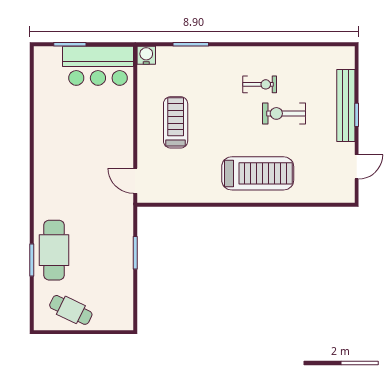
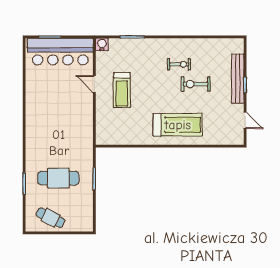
bar counter: (98, 66) -> (60, 52), width x1.36
treadmill: (176, 122) -> (122, 90), turned 180
door: (357, 167) -> (245, 120), hinge flipped
door: (135, 181) -> (94, 84), moved
cafe table: (54, 250) -> (58, 178), moved, turned 90

